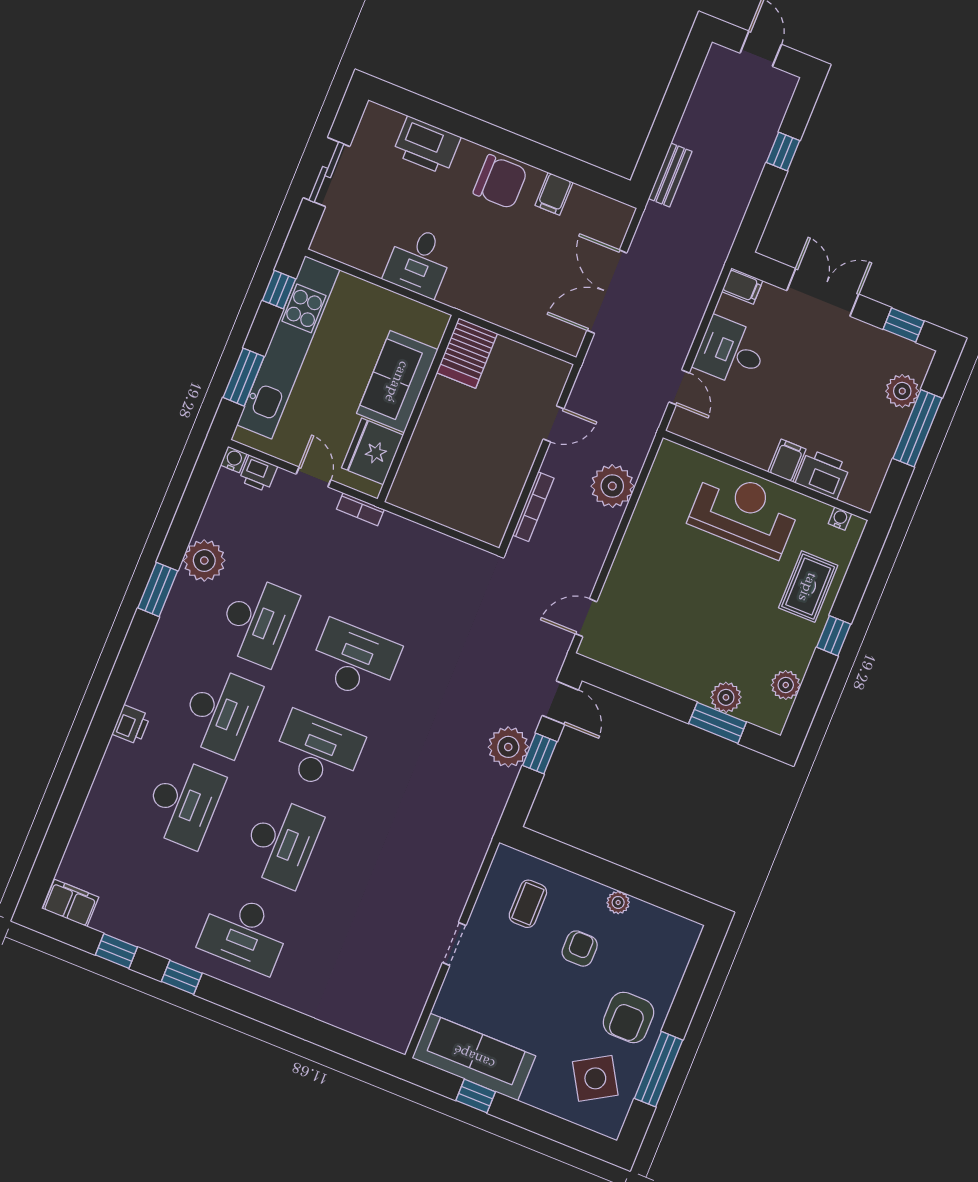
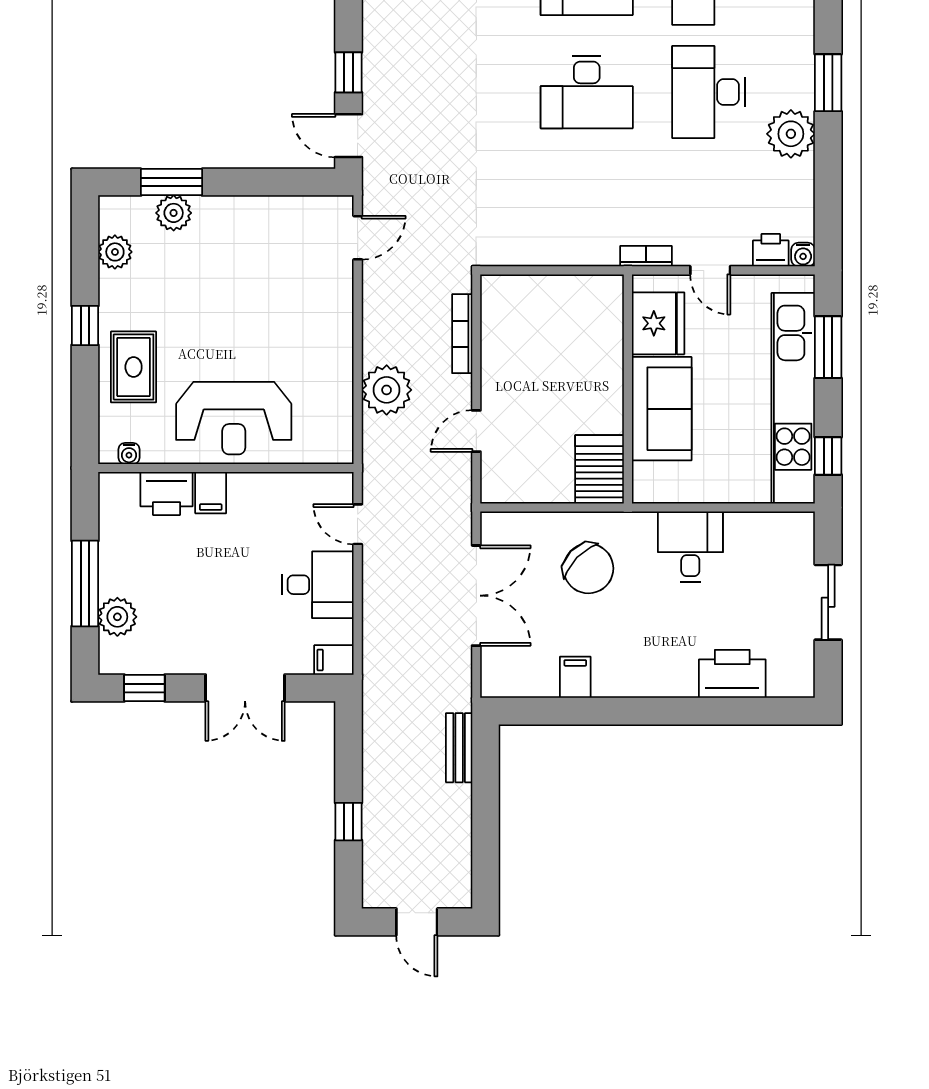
chair: (500, 182) -> (588, 568), moved, turned -136
plant: (508, 747) -> (385, 66), removed

